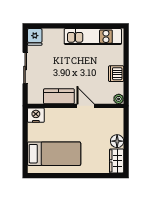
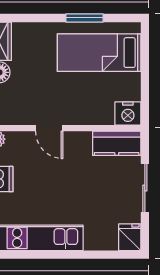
kitchen counter: (59, 96) -> (117, 143), moved
window: (63, 176) -> (85, 18), added

